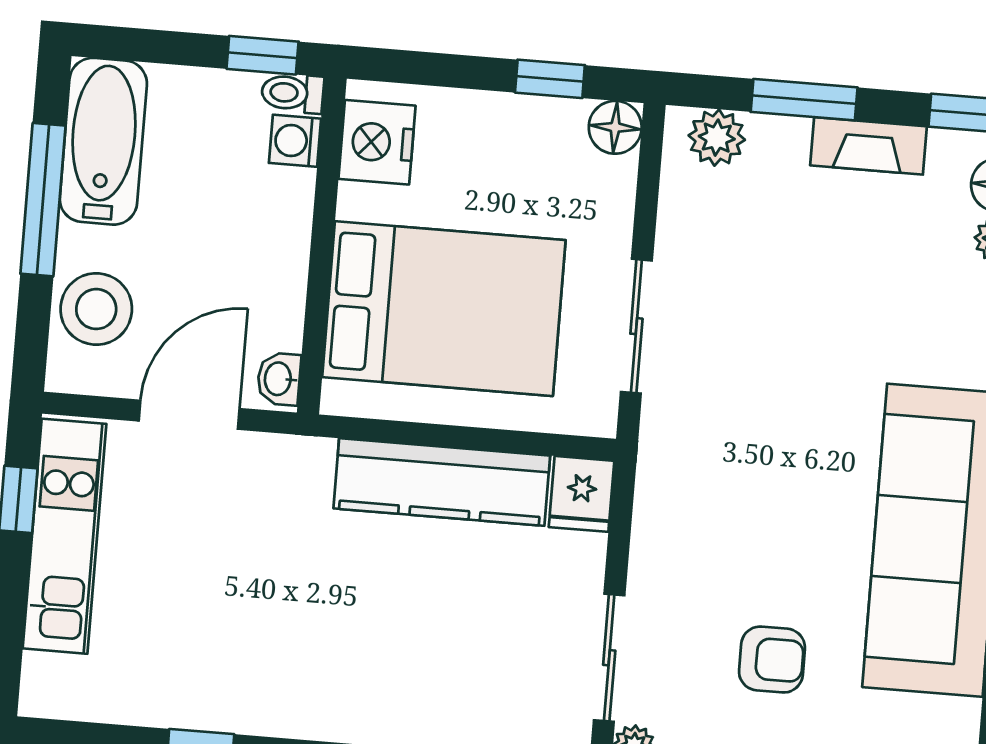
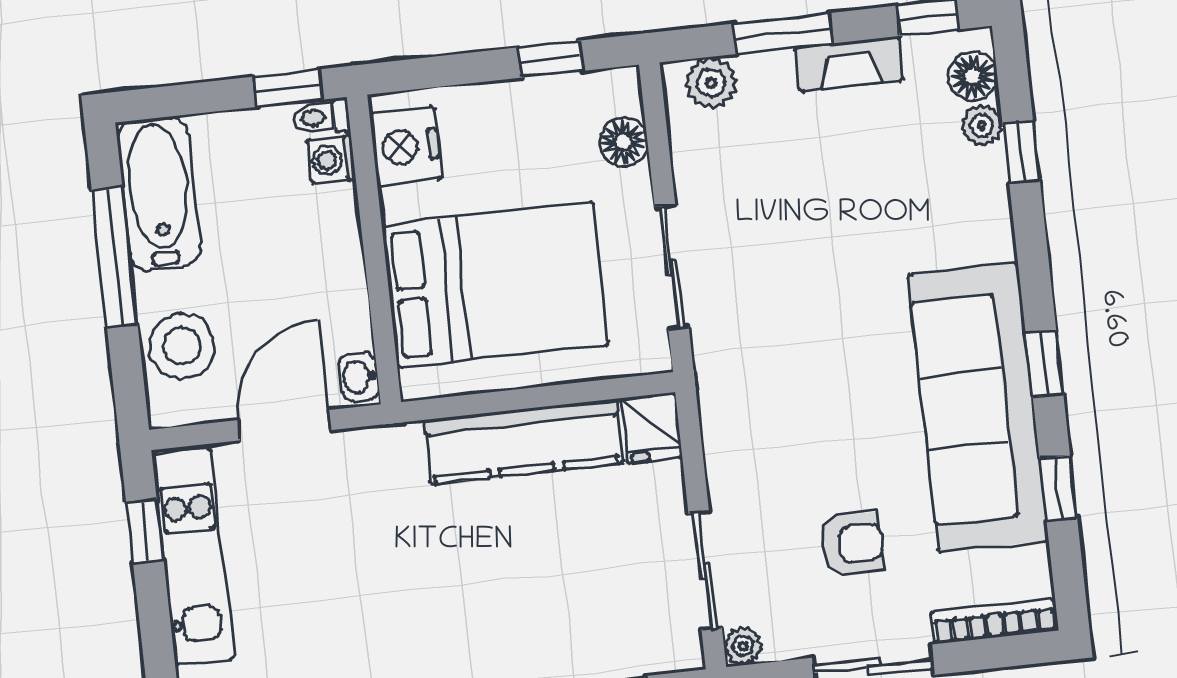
floor lamp: (615, 127) -> (623, 142), moved

